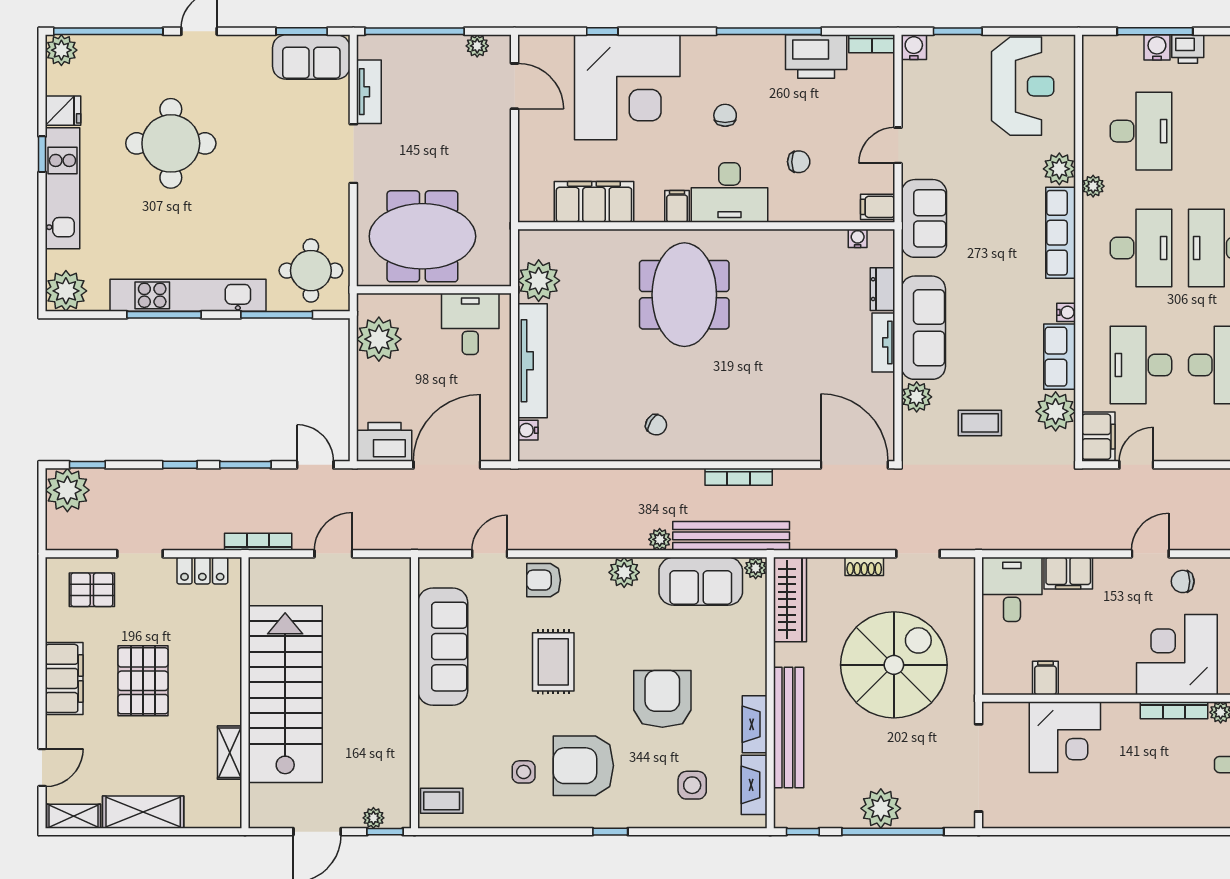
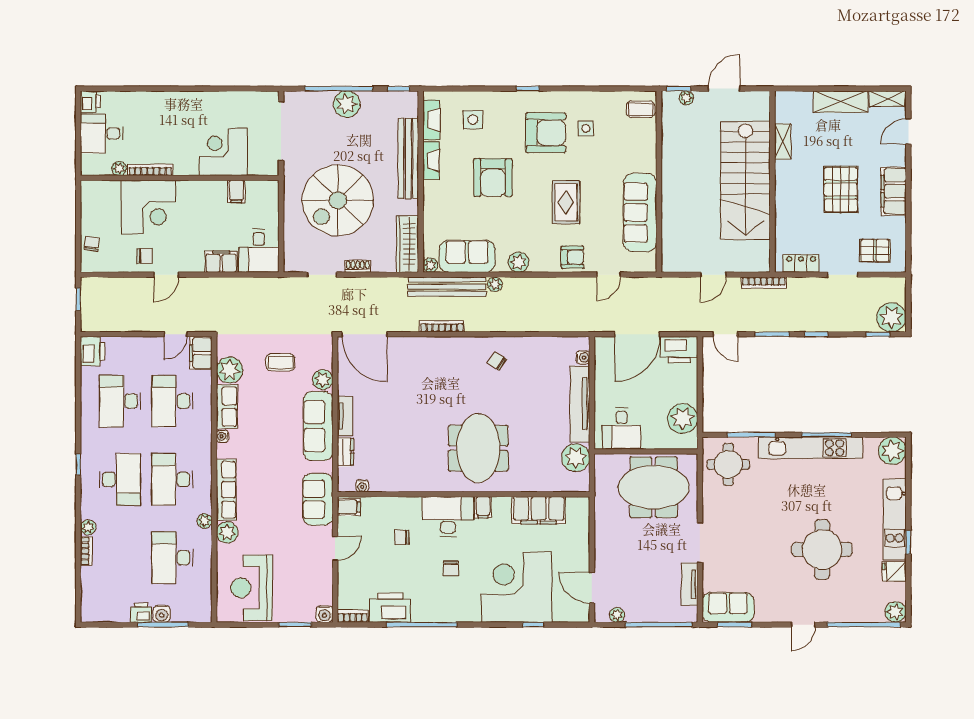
desk: (1141, 365) -> (172, 401), turned 180

